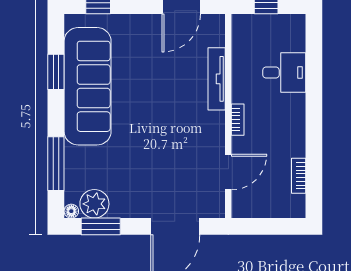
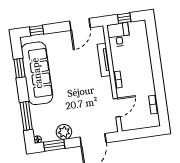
desk: (284, 73) -> (119, 35), moved, turned -90
plant: (94, 204) -> (64, 132), moved

